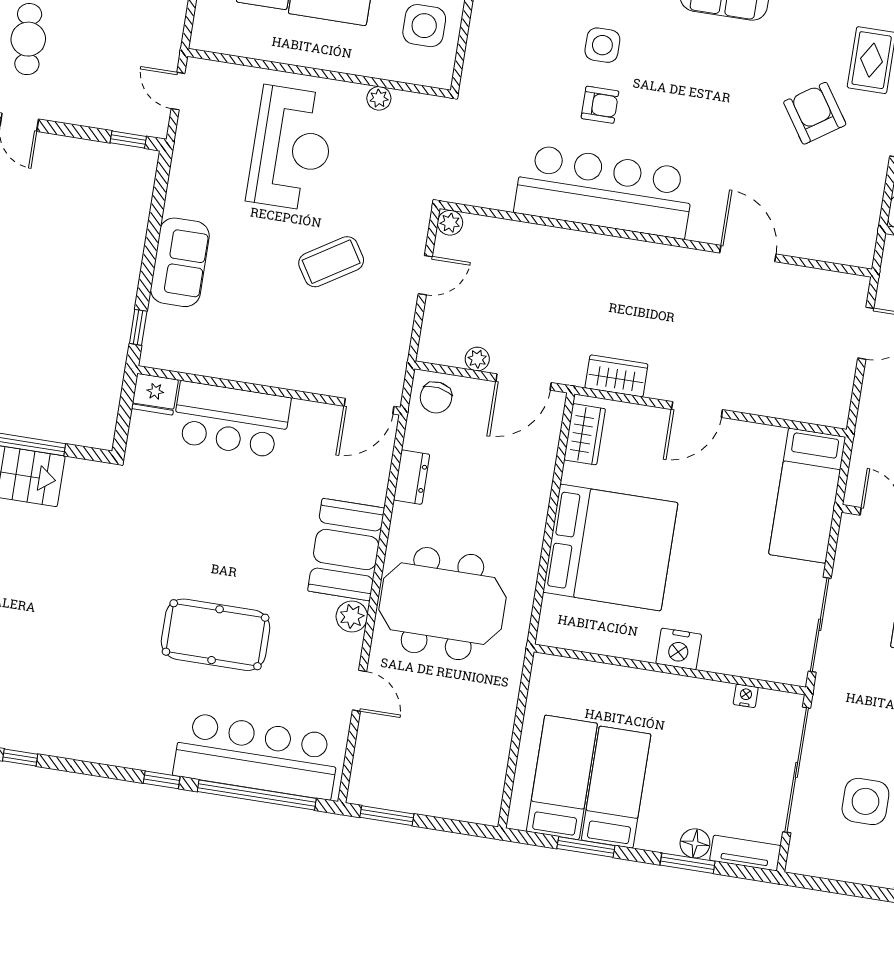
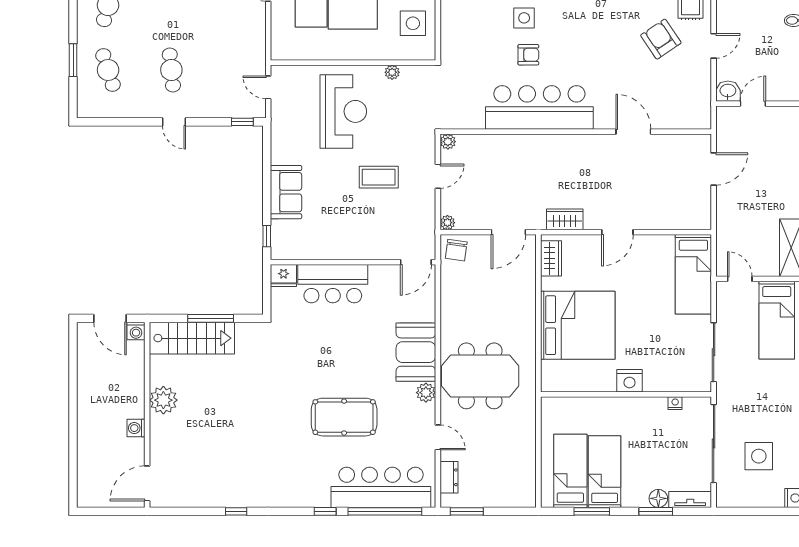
coffee table: (331, 262) -> (379, 177), turned 32
plant: (477, 359) -> (447, 223), moved
dresser: (412, 477) -> (449, 477), moved

